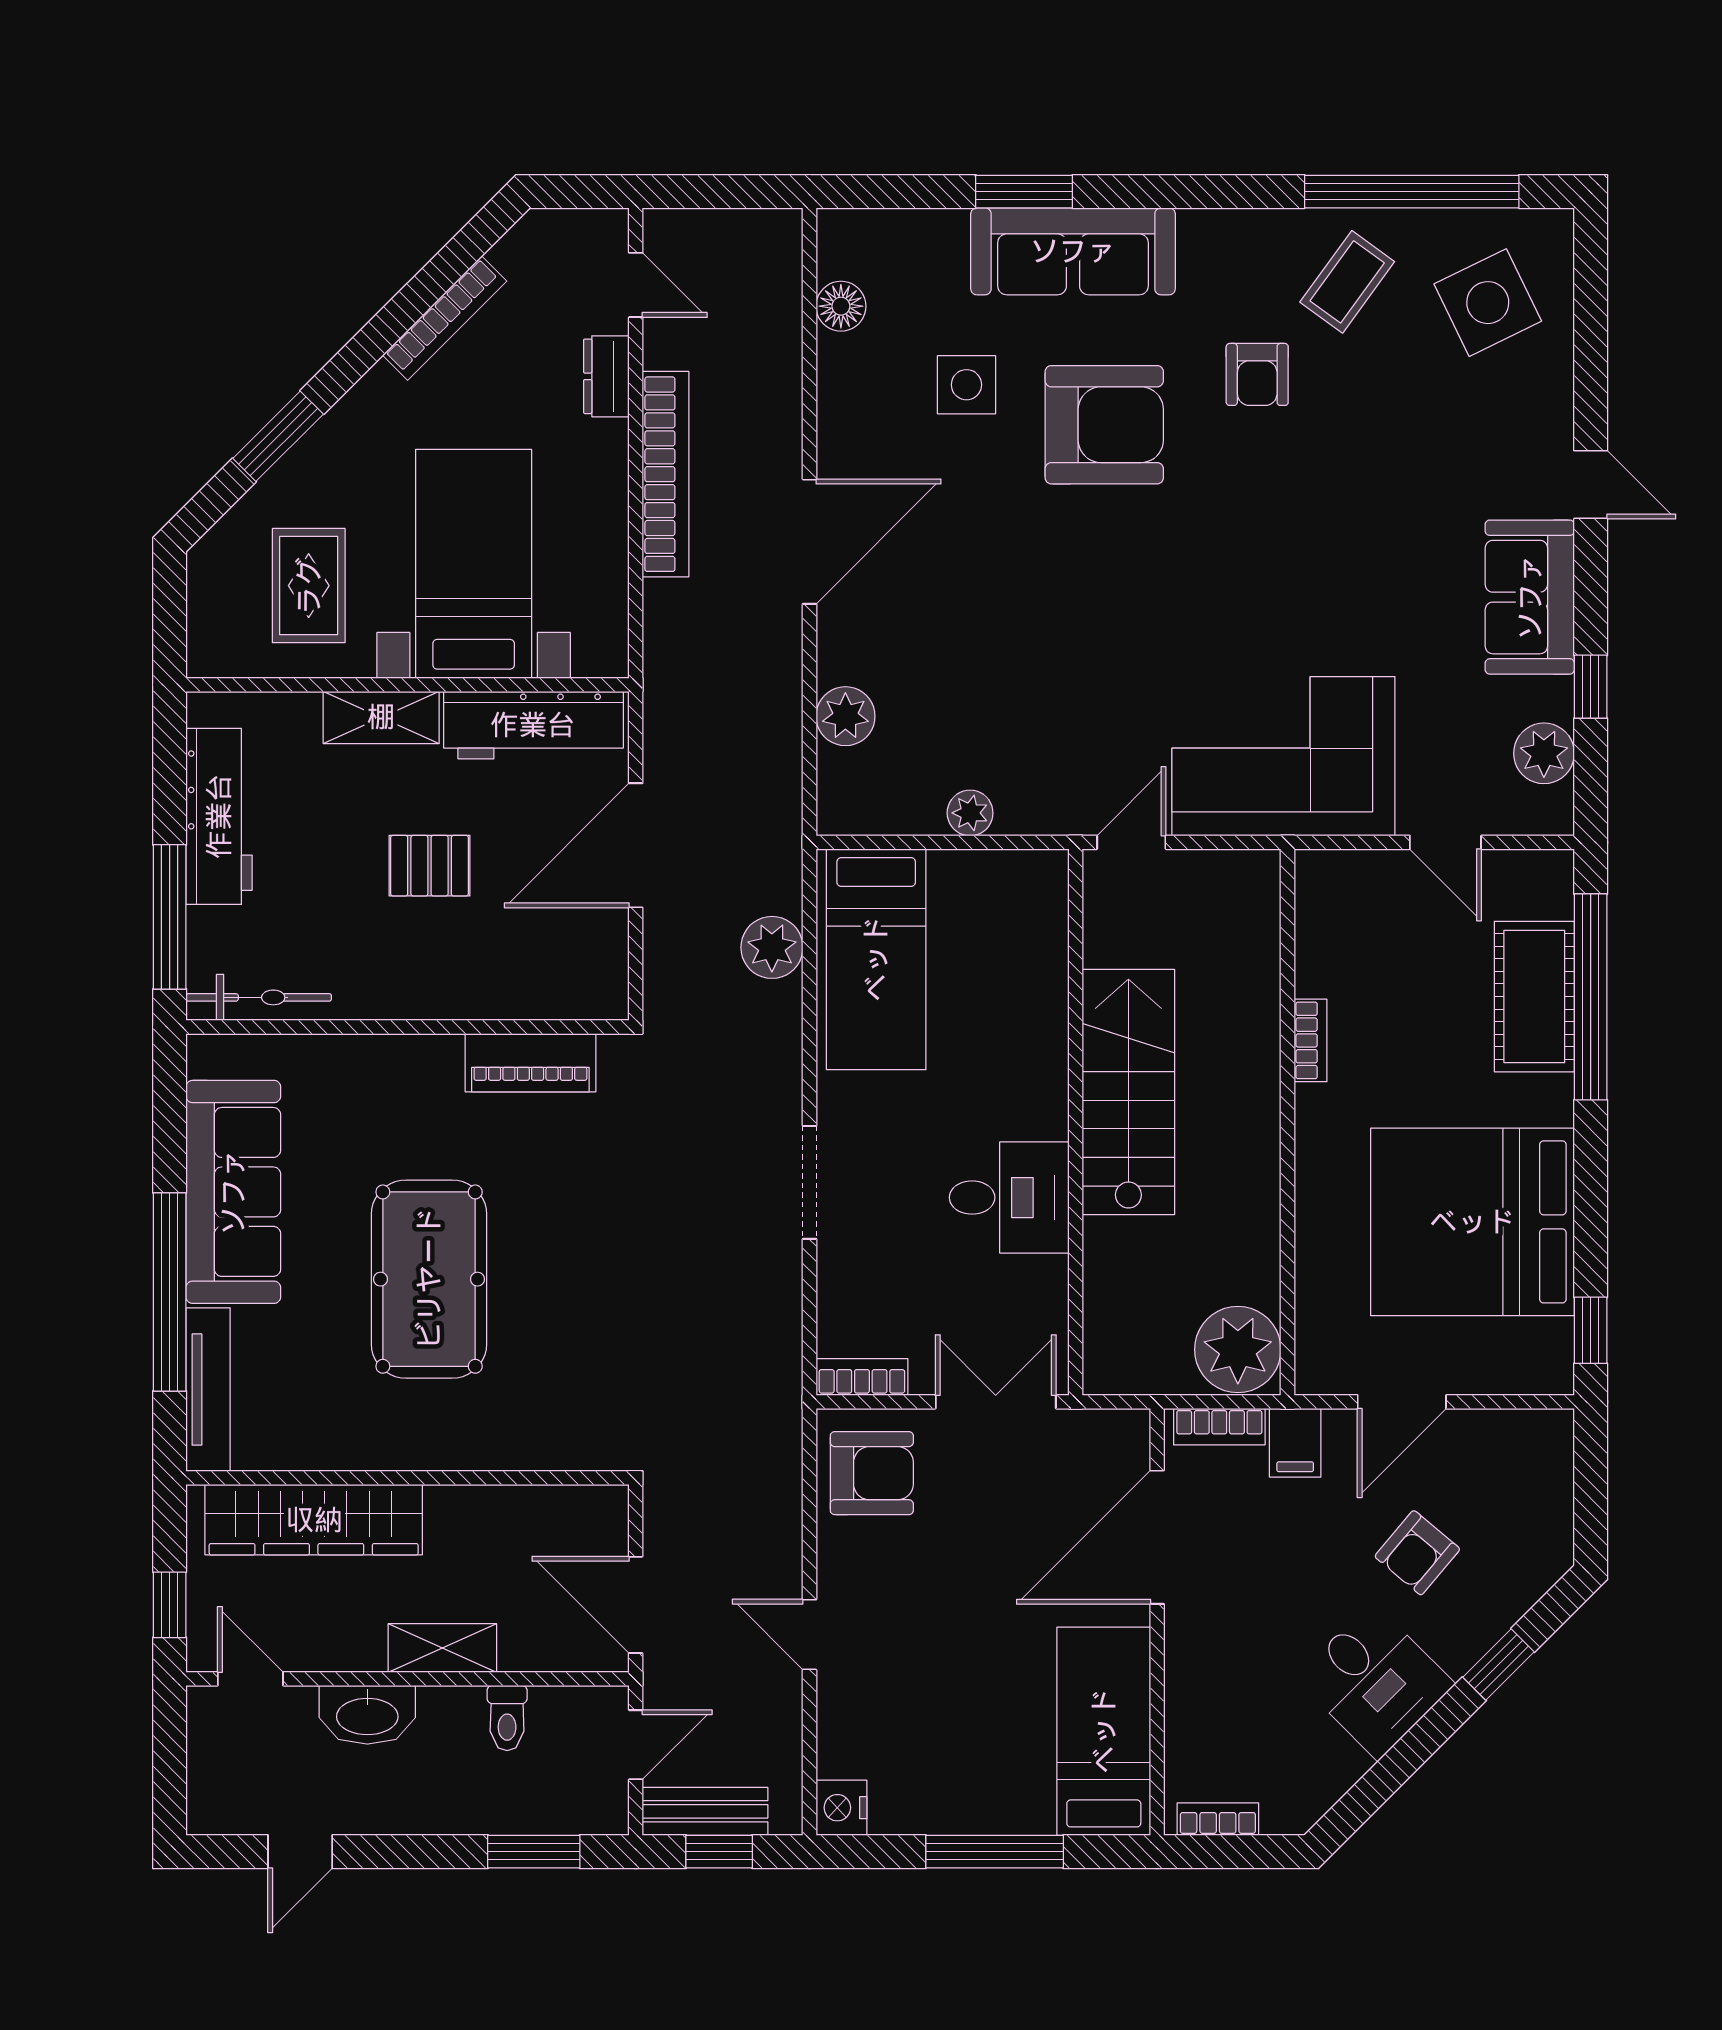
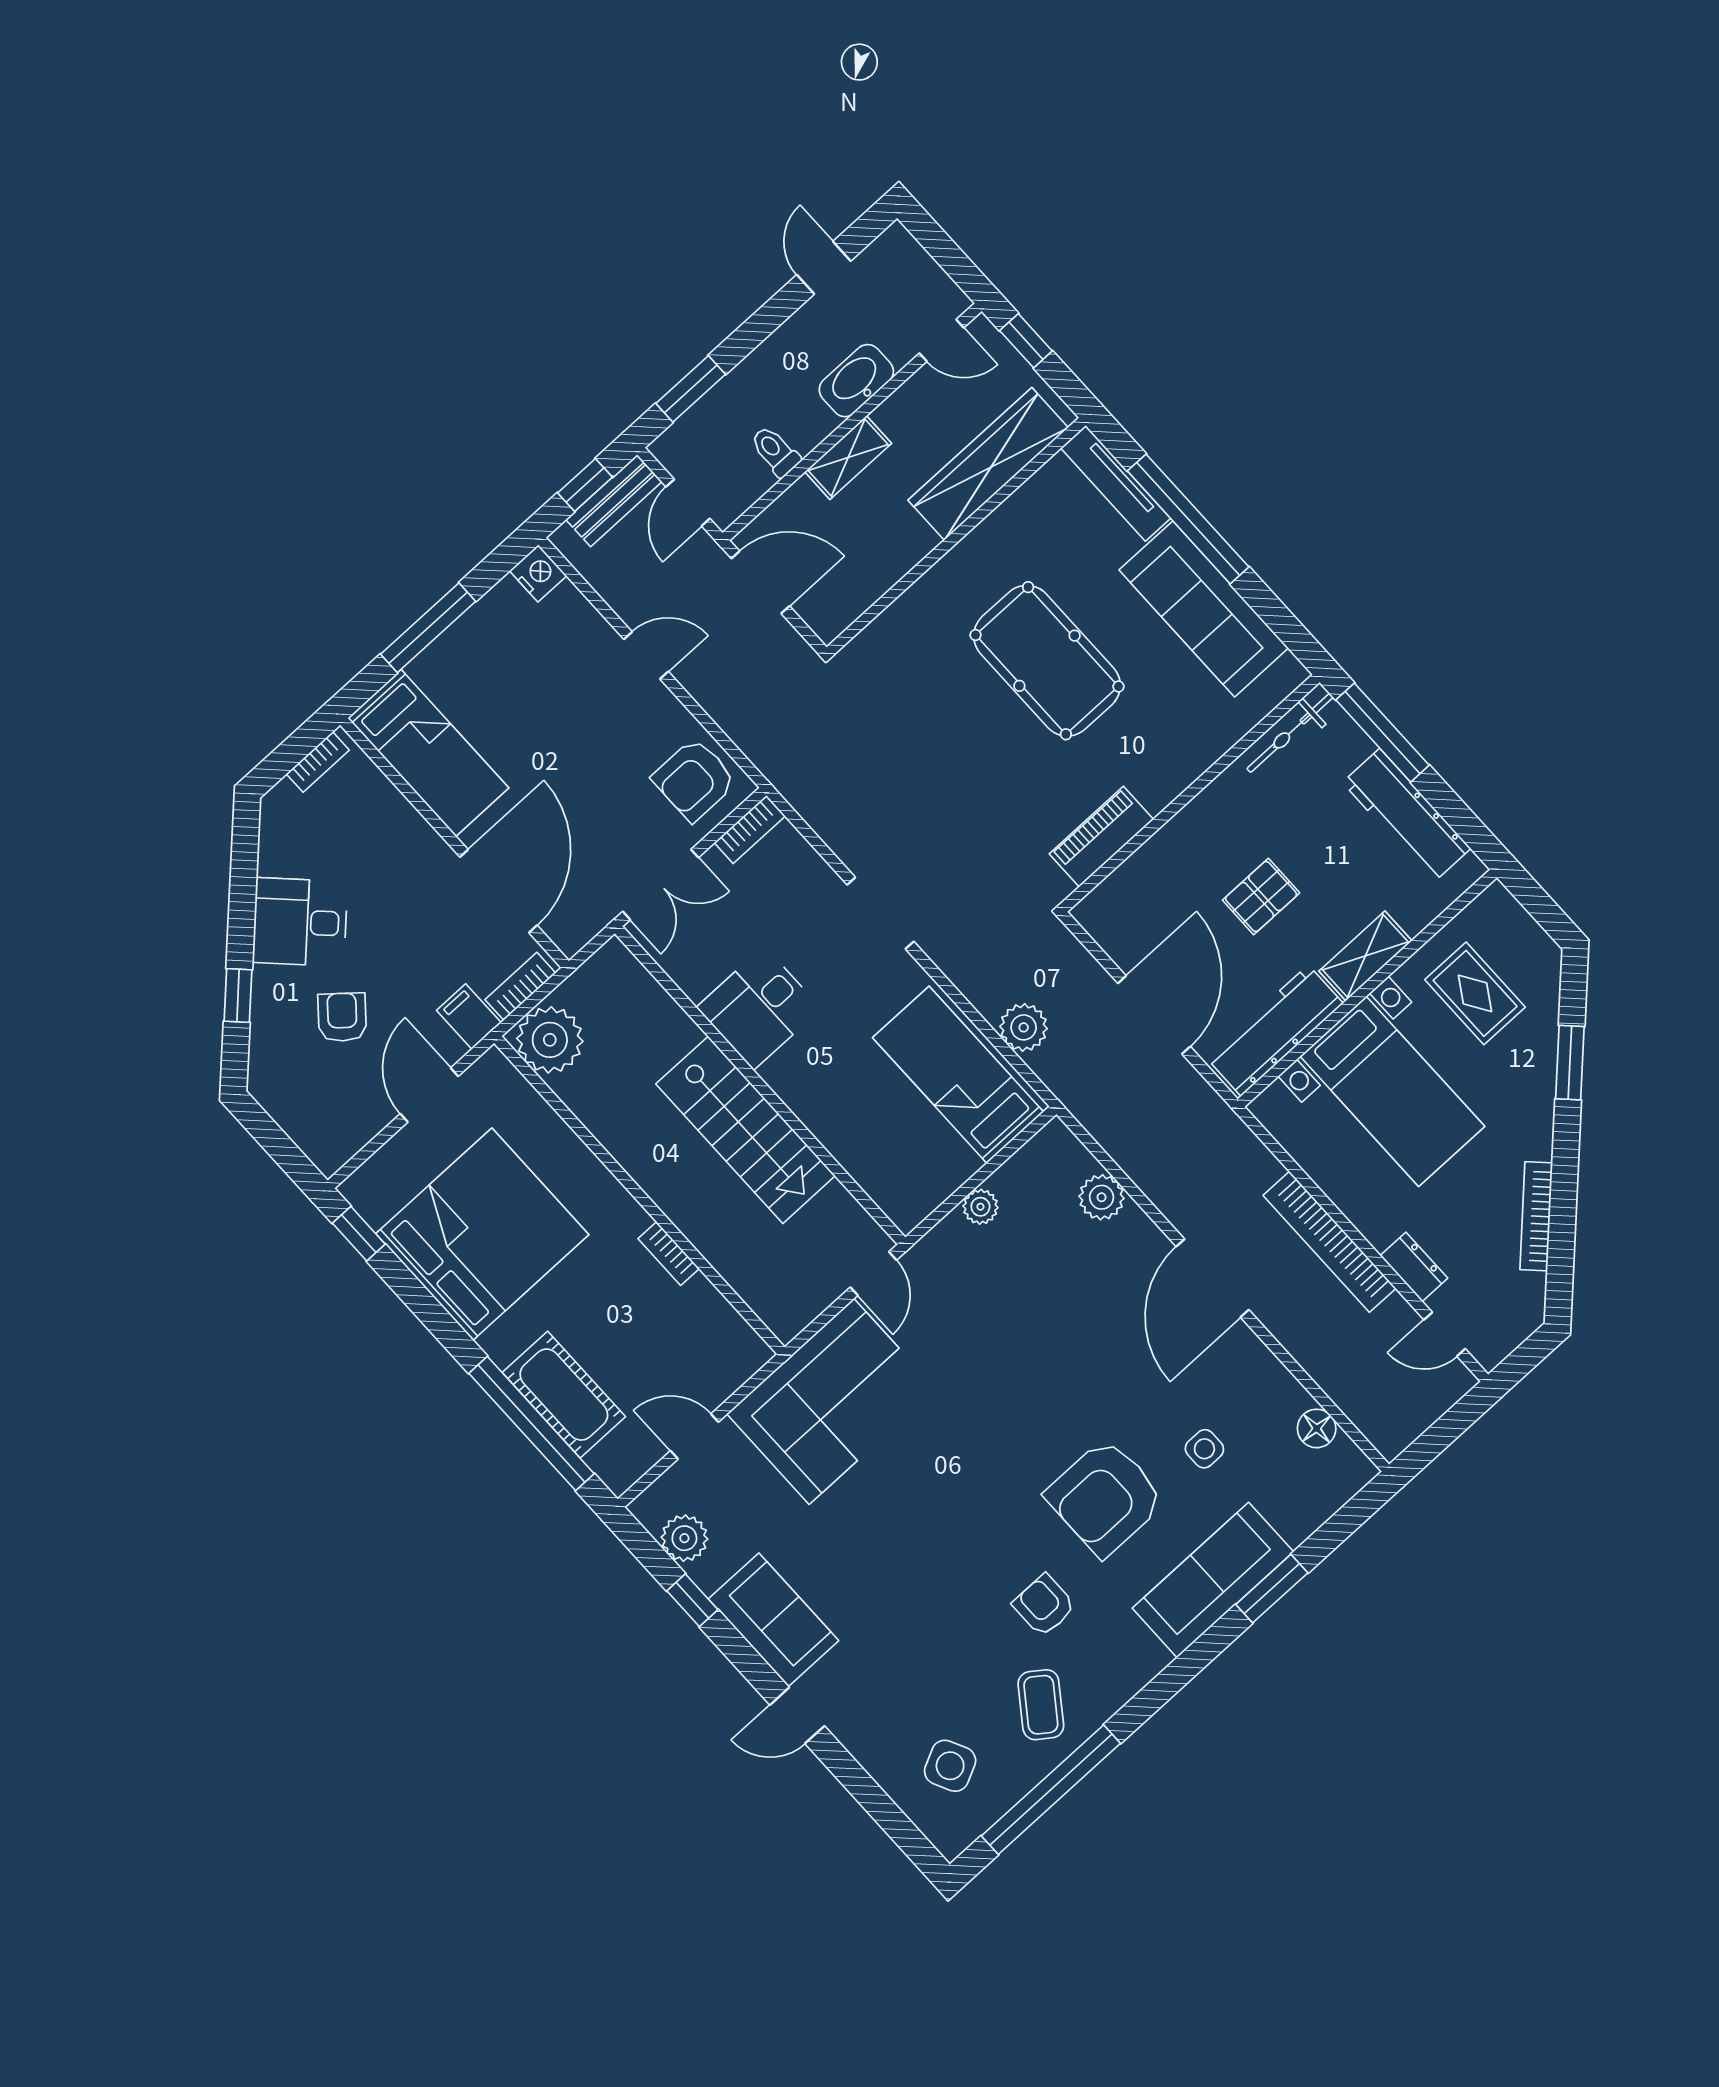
side table: (1488, 303) -> (950, 1766), width x0.73, depth x0.73
side table: (966, 385) -> (1204, 1449), width x0.73, depth x0.73

